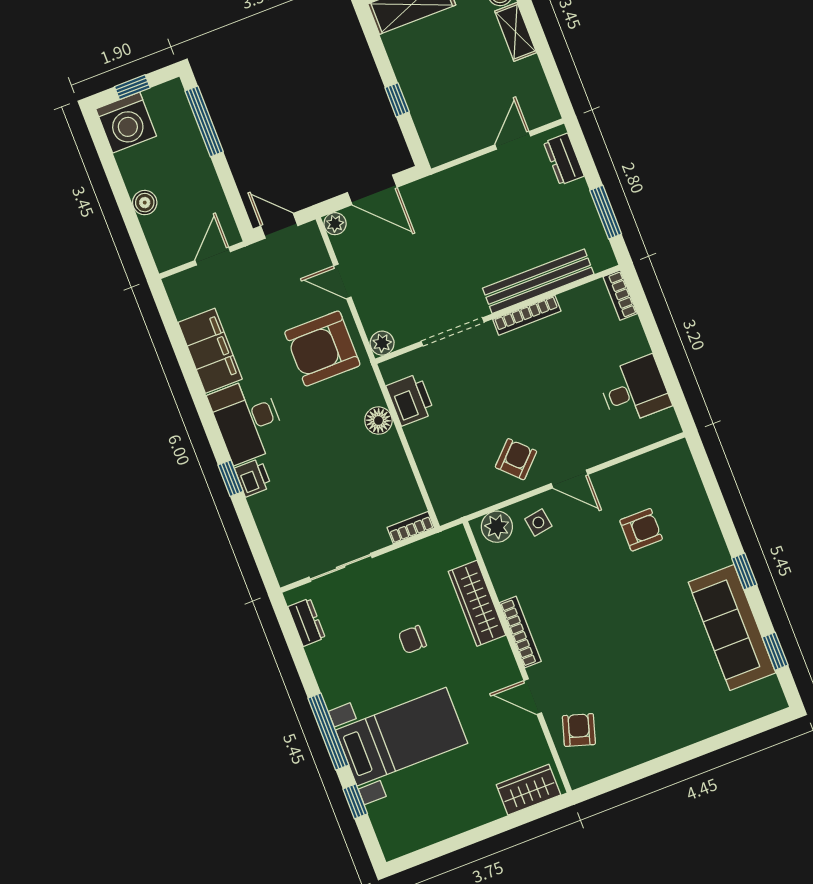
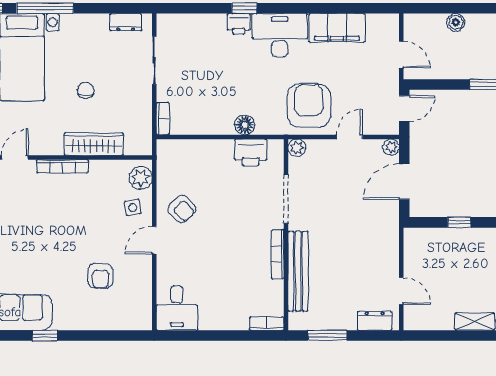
desk: (635, 390) -> (177, 308), moved

